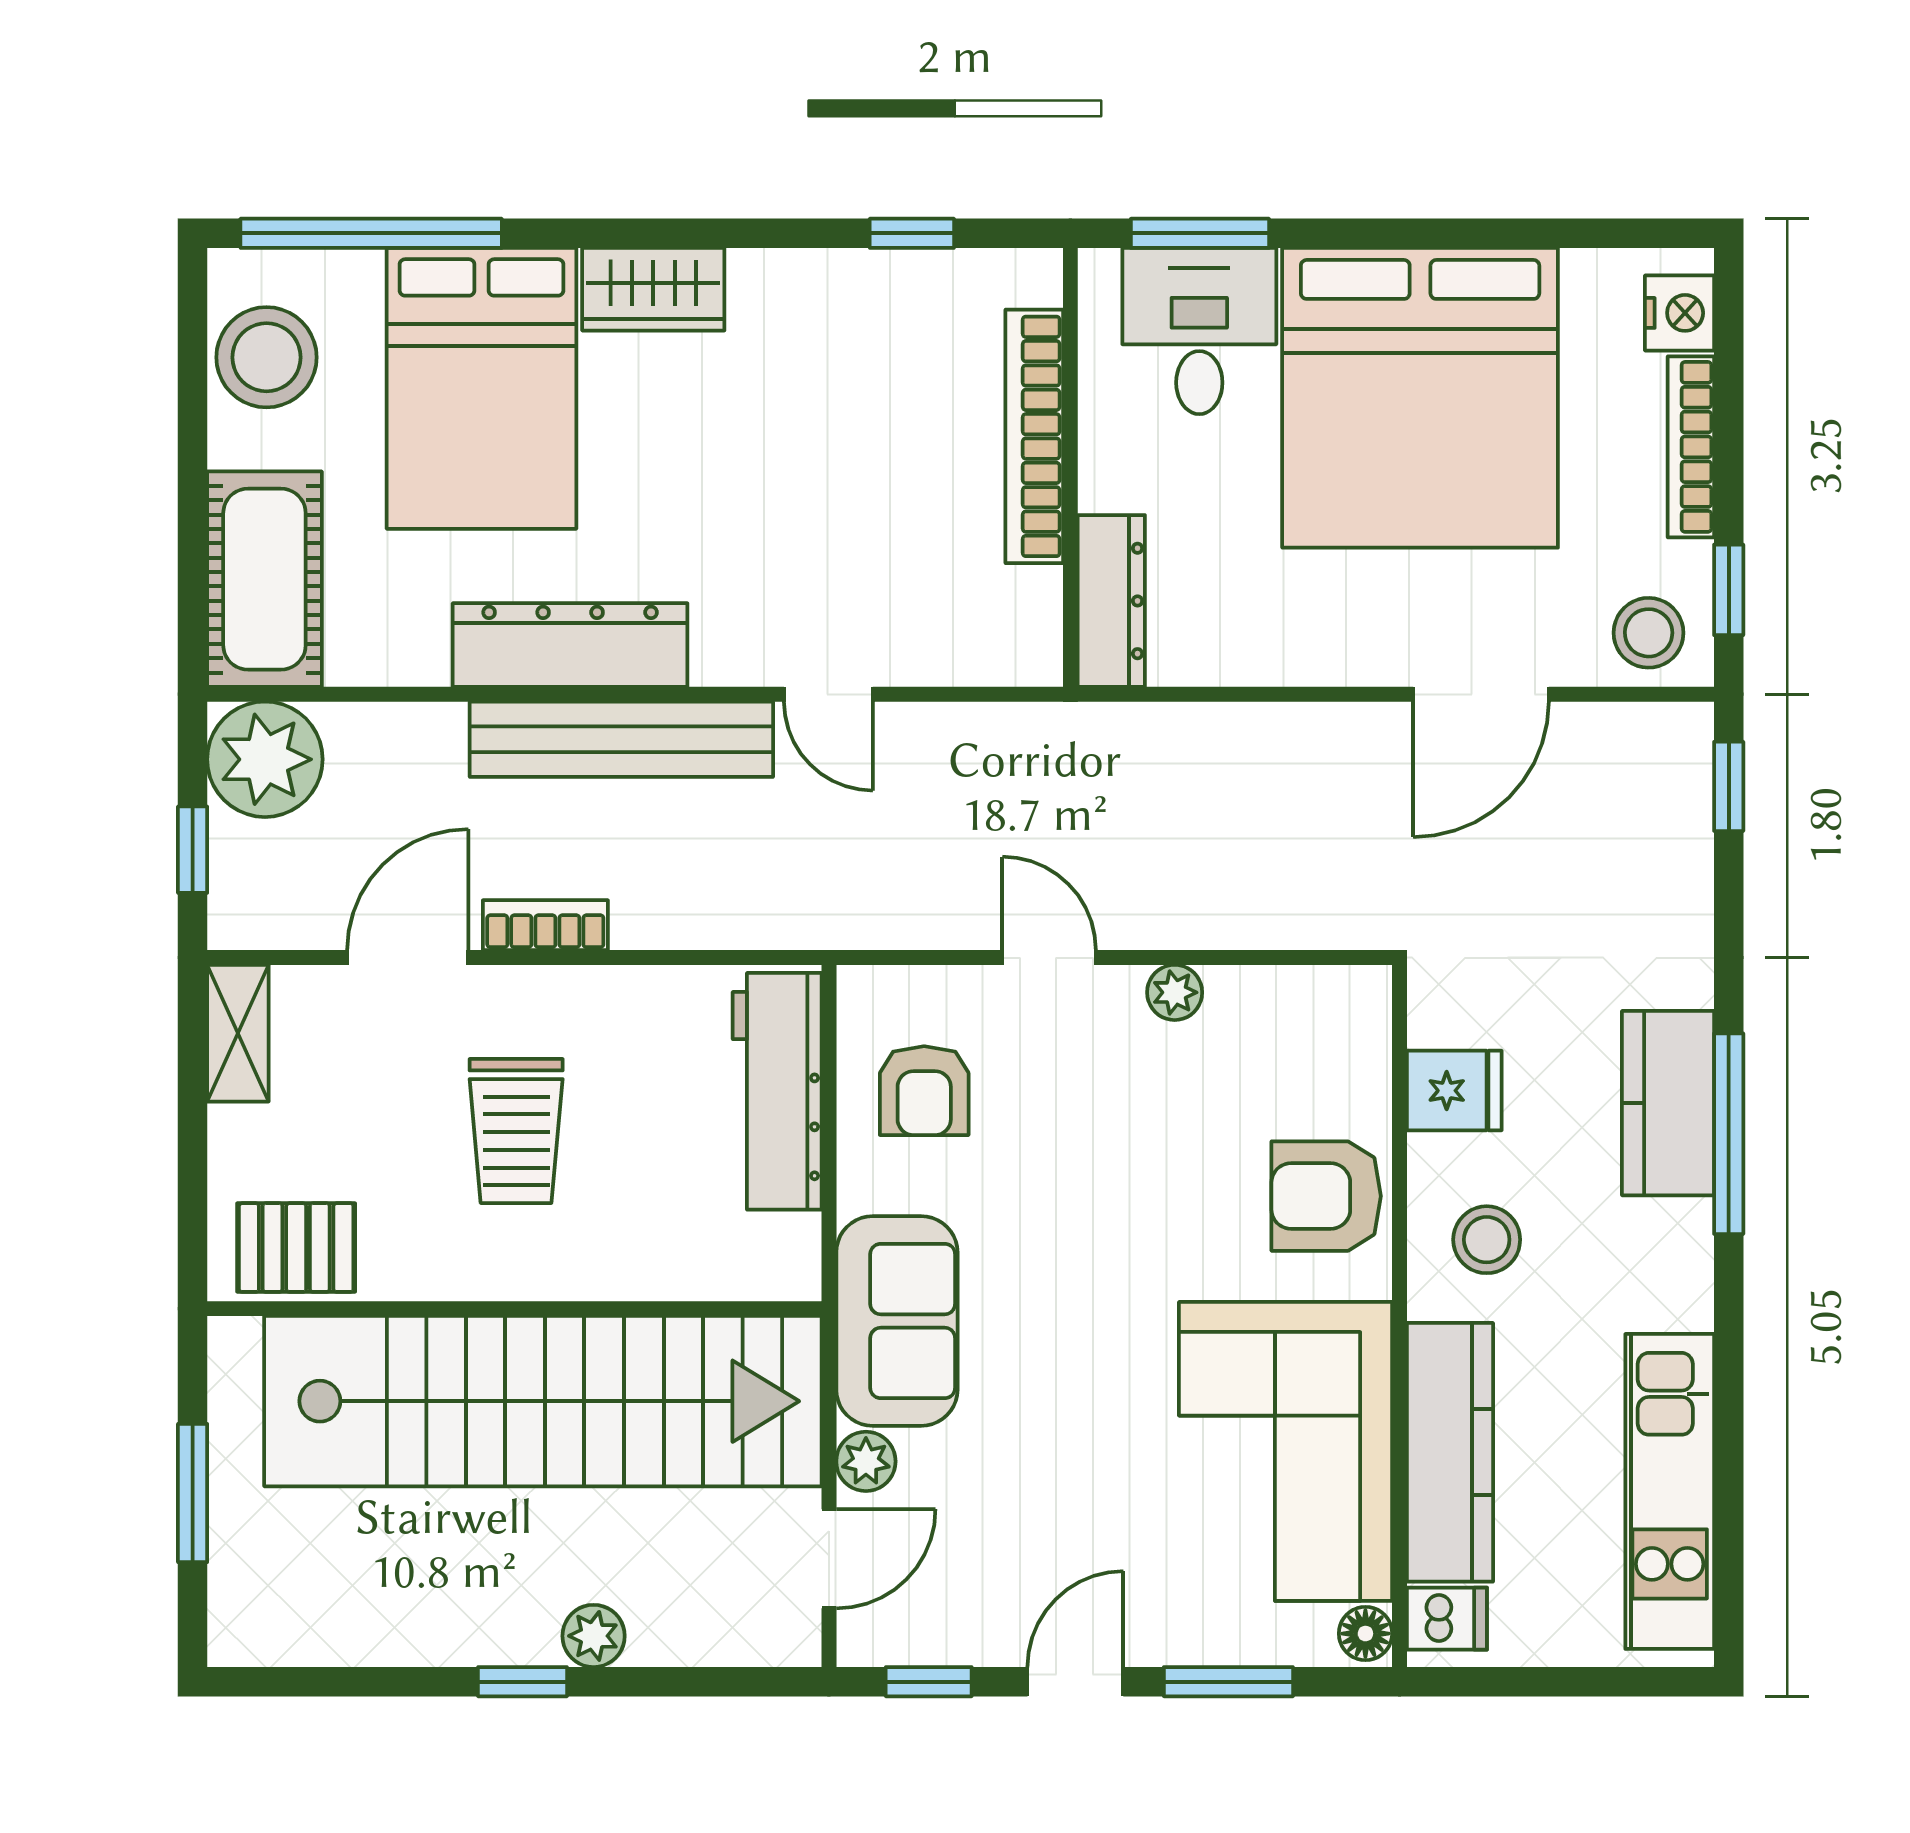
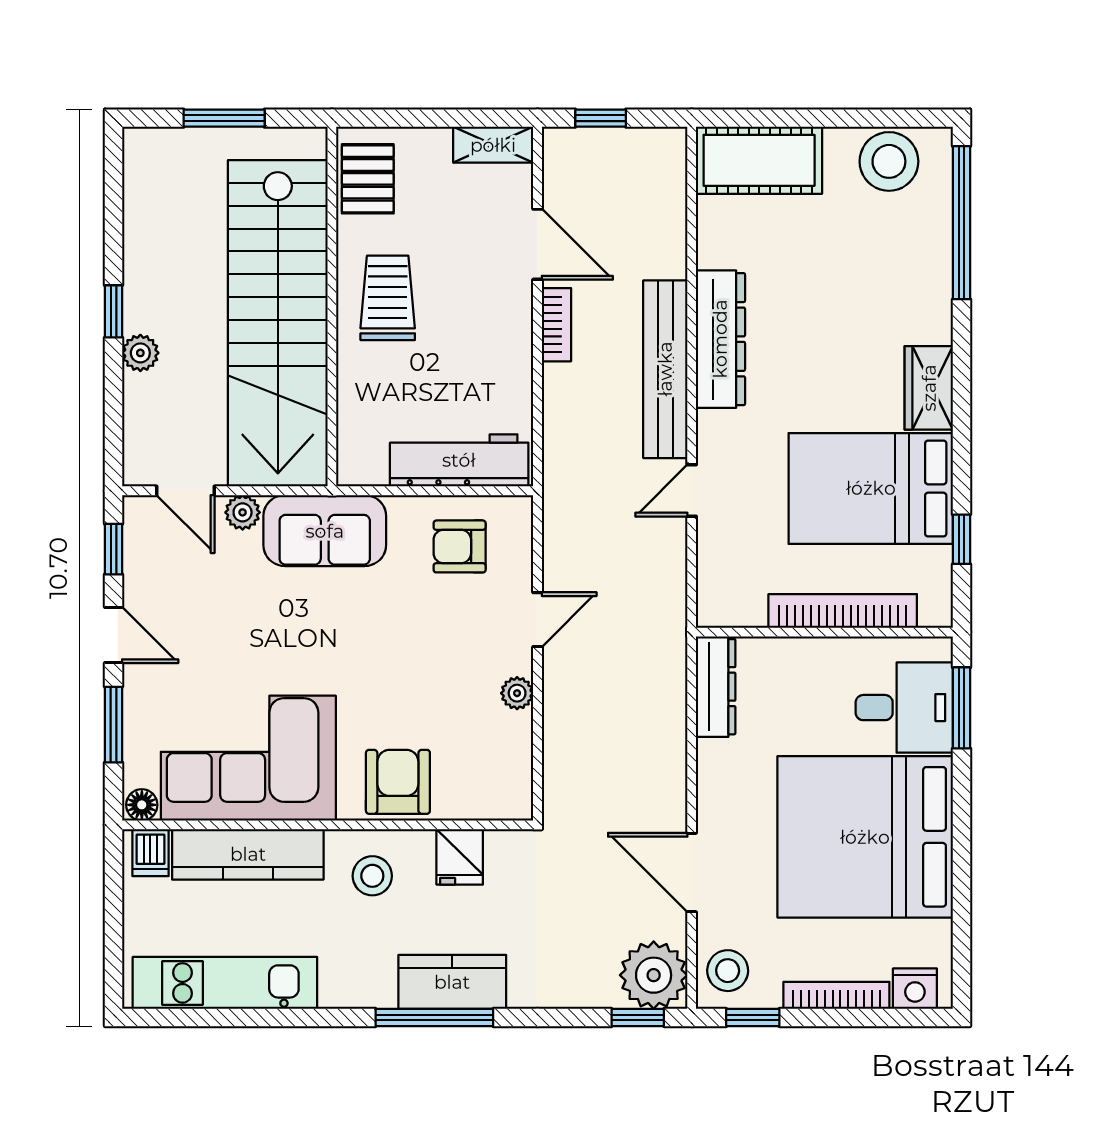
bed: (482, 388) -> (871, 488), moved
dresser: (1111, 601) -> (716, 687), moved, turned -90
plant: (265, 759) -> (654, 975), moved
trolley: (516, 1131) -> (388, 298), moved, turned 90

